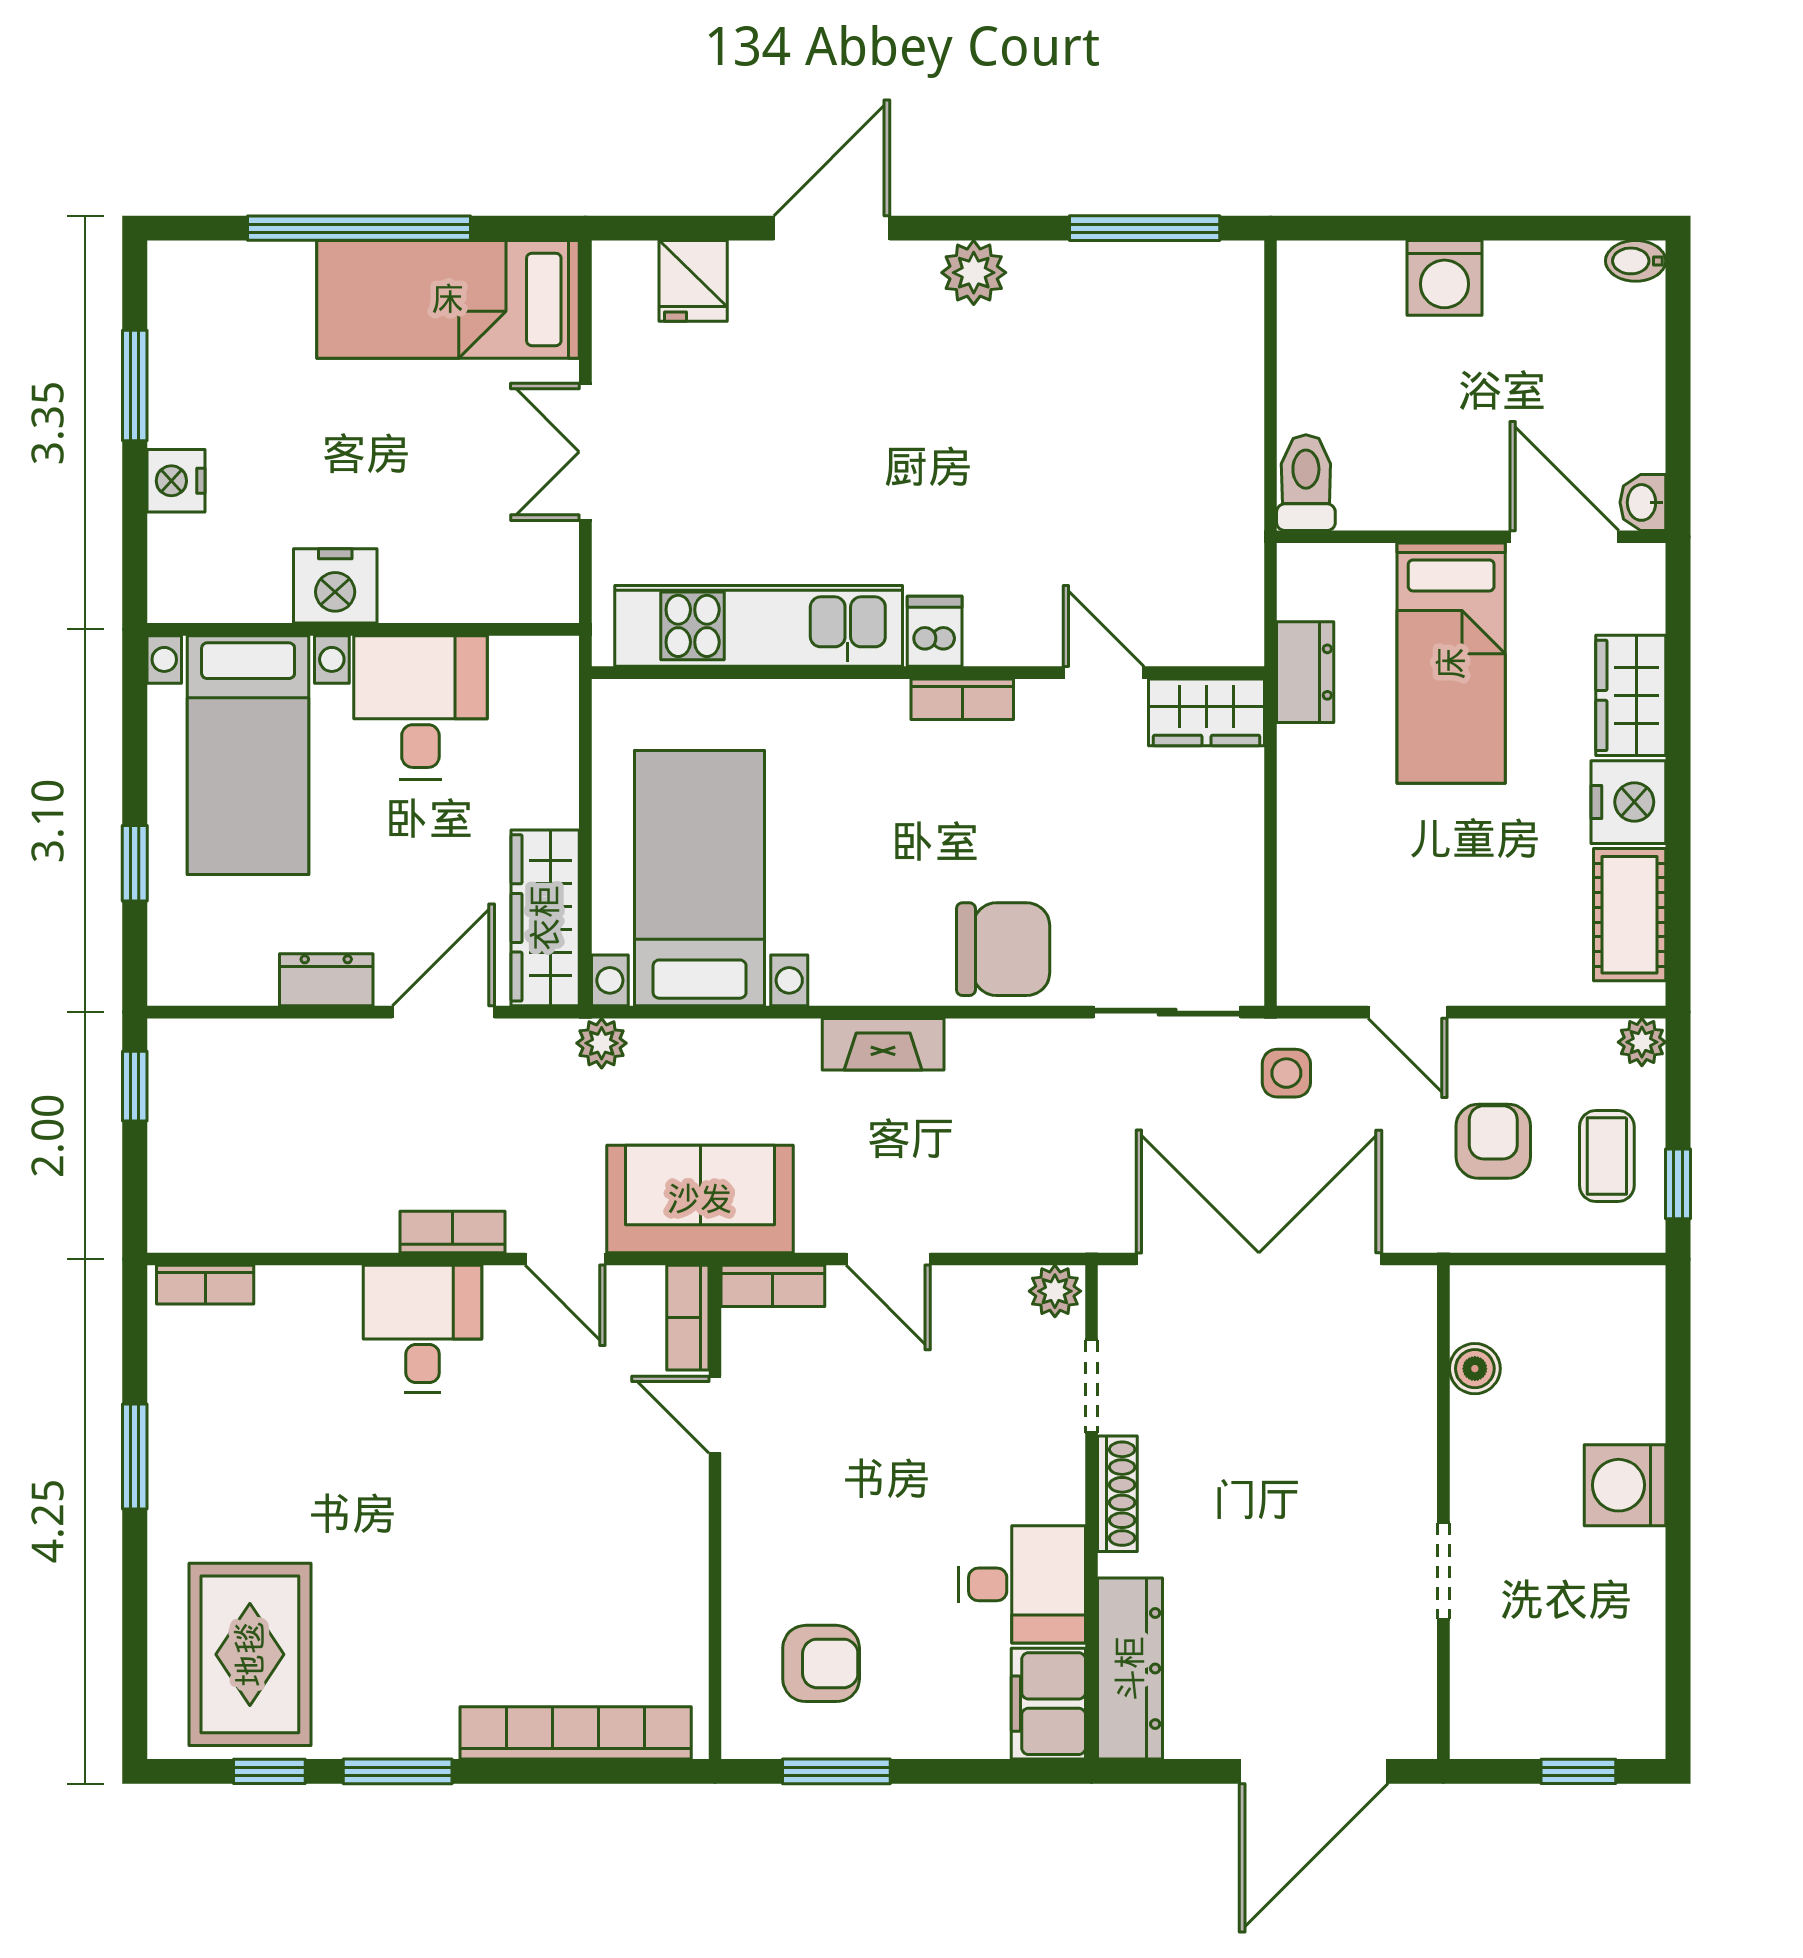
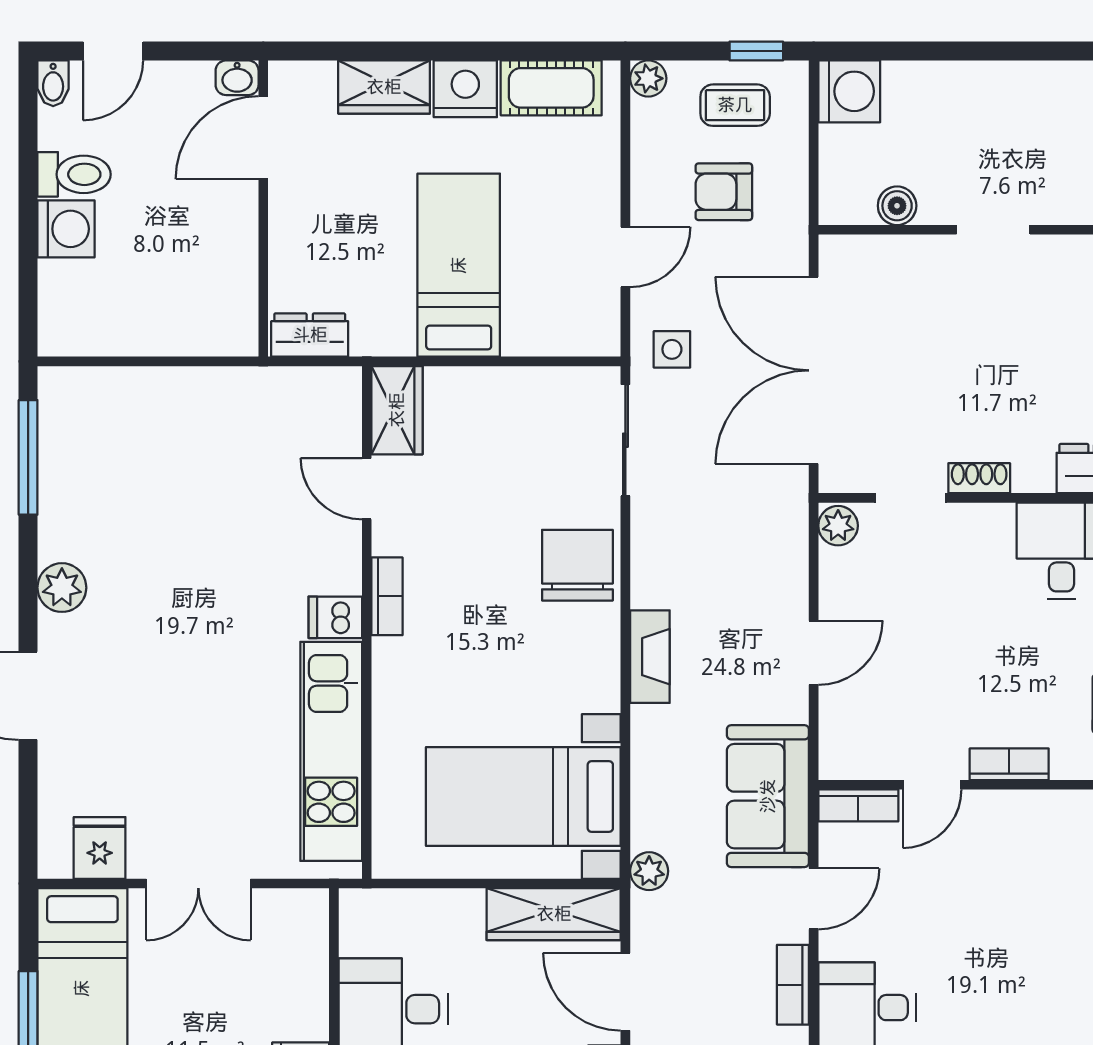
fridge: (693, 281) -> (100, 848), moved, turned -90
door: (1678, 340) -> (113, 51), added
toilet: (1306, 483) -> (74, 174), moved, turned 180
bed: (1451, 663) -> (459, 265), moved, turned -90
dresser: (1305, 672) -> (310, 335), moved
door: (1103, 673) -> (367, 489), hinge flipped
bookcase: (773, 1286) -> (1009, 764), moved, turned -90
washing machine: (1625, 1485) -> (849, 91), moved, turned -90
shoe rack: (1117, 1494) -> (979, 478), width x0.70
doorway: (1443, 1571) -> (993, 230), moved

